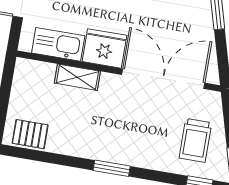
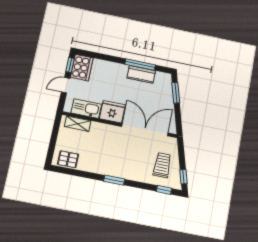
shelving: (77, 77) -> (78, 124), moved
trolley: (195, 140) -> (162, 165), turned 180

